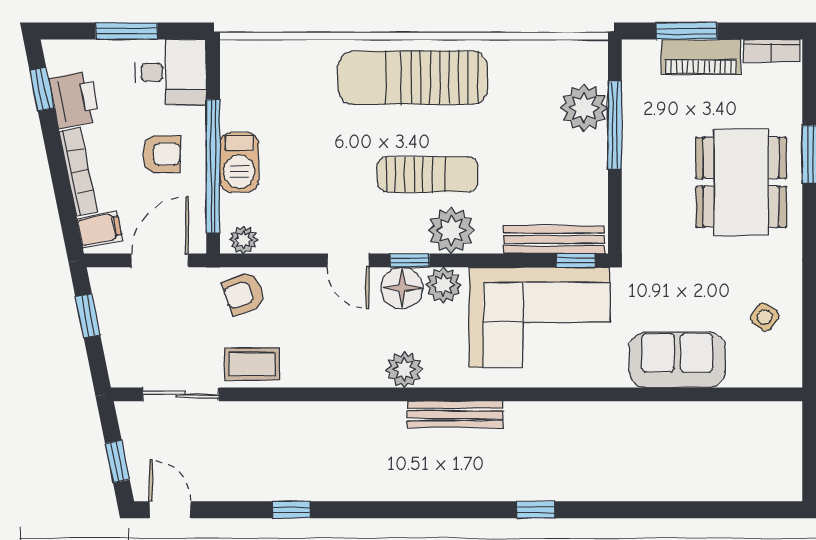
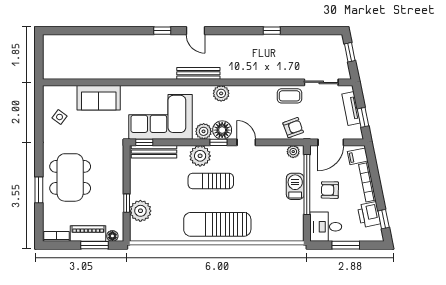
floor lamp: (647, 52) -> (112, 236), added
sun lounger: (413, 78) -> (217, 224), turned 180
window: (615, 125) -> (127, 203), width x0.46
tv unit: (114, 336) -> (351, 109), added
door: (170, 510) -> (195, 31), moved

